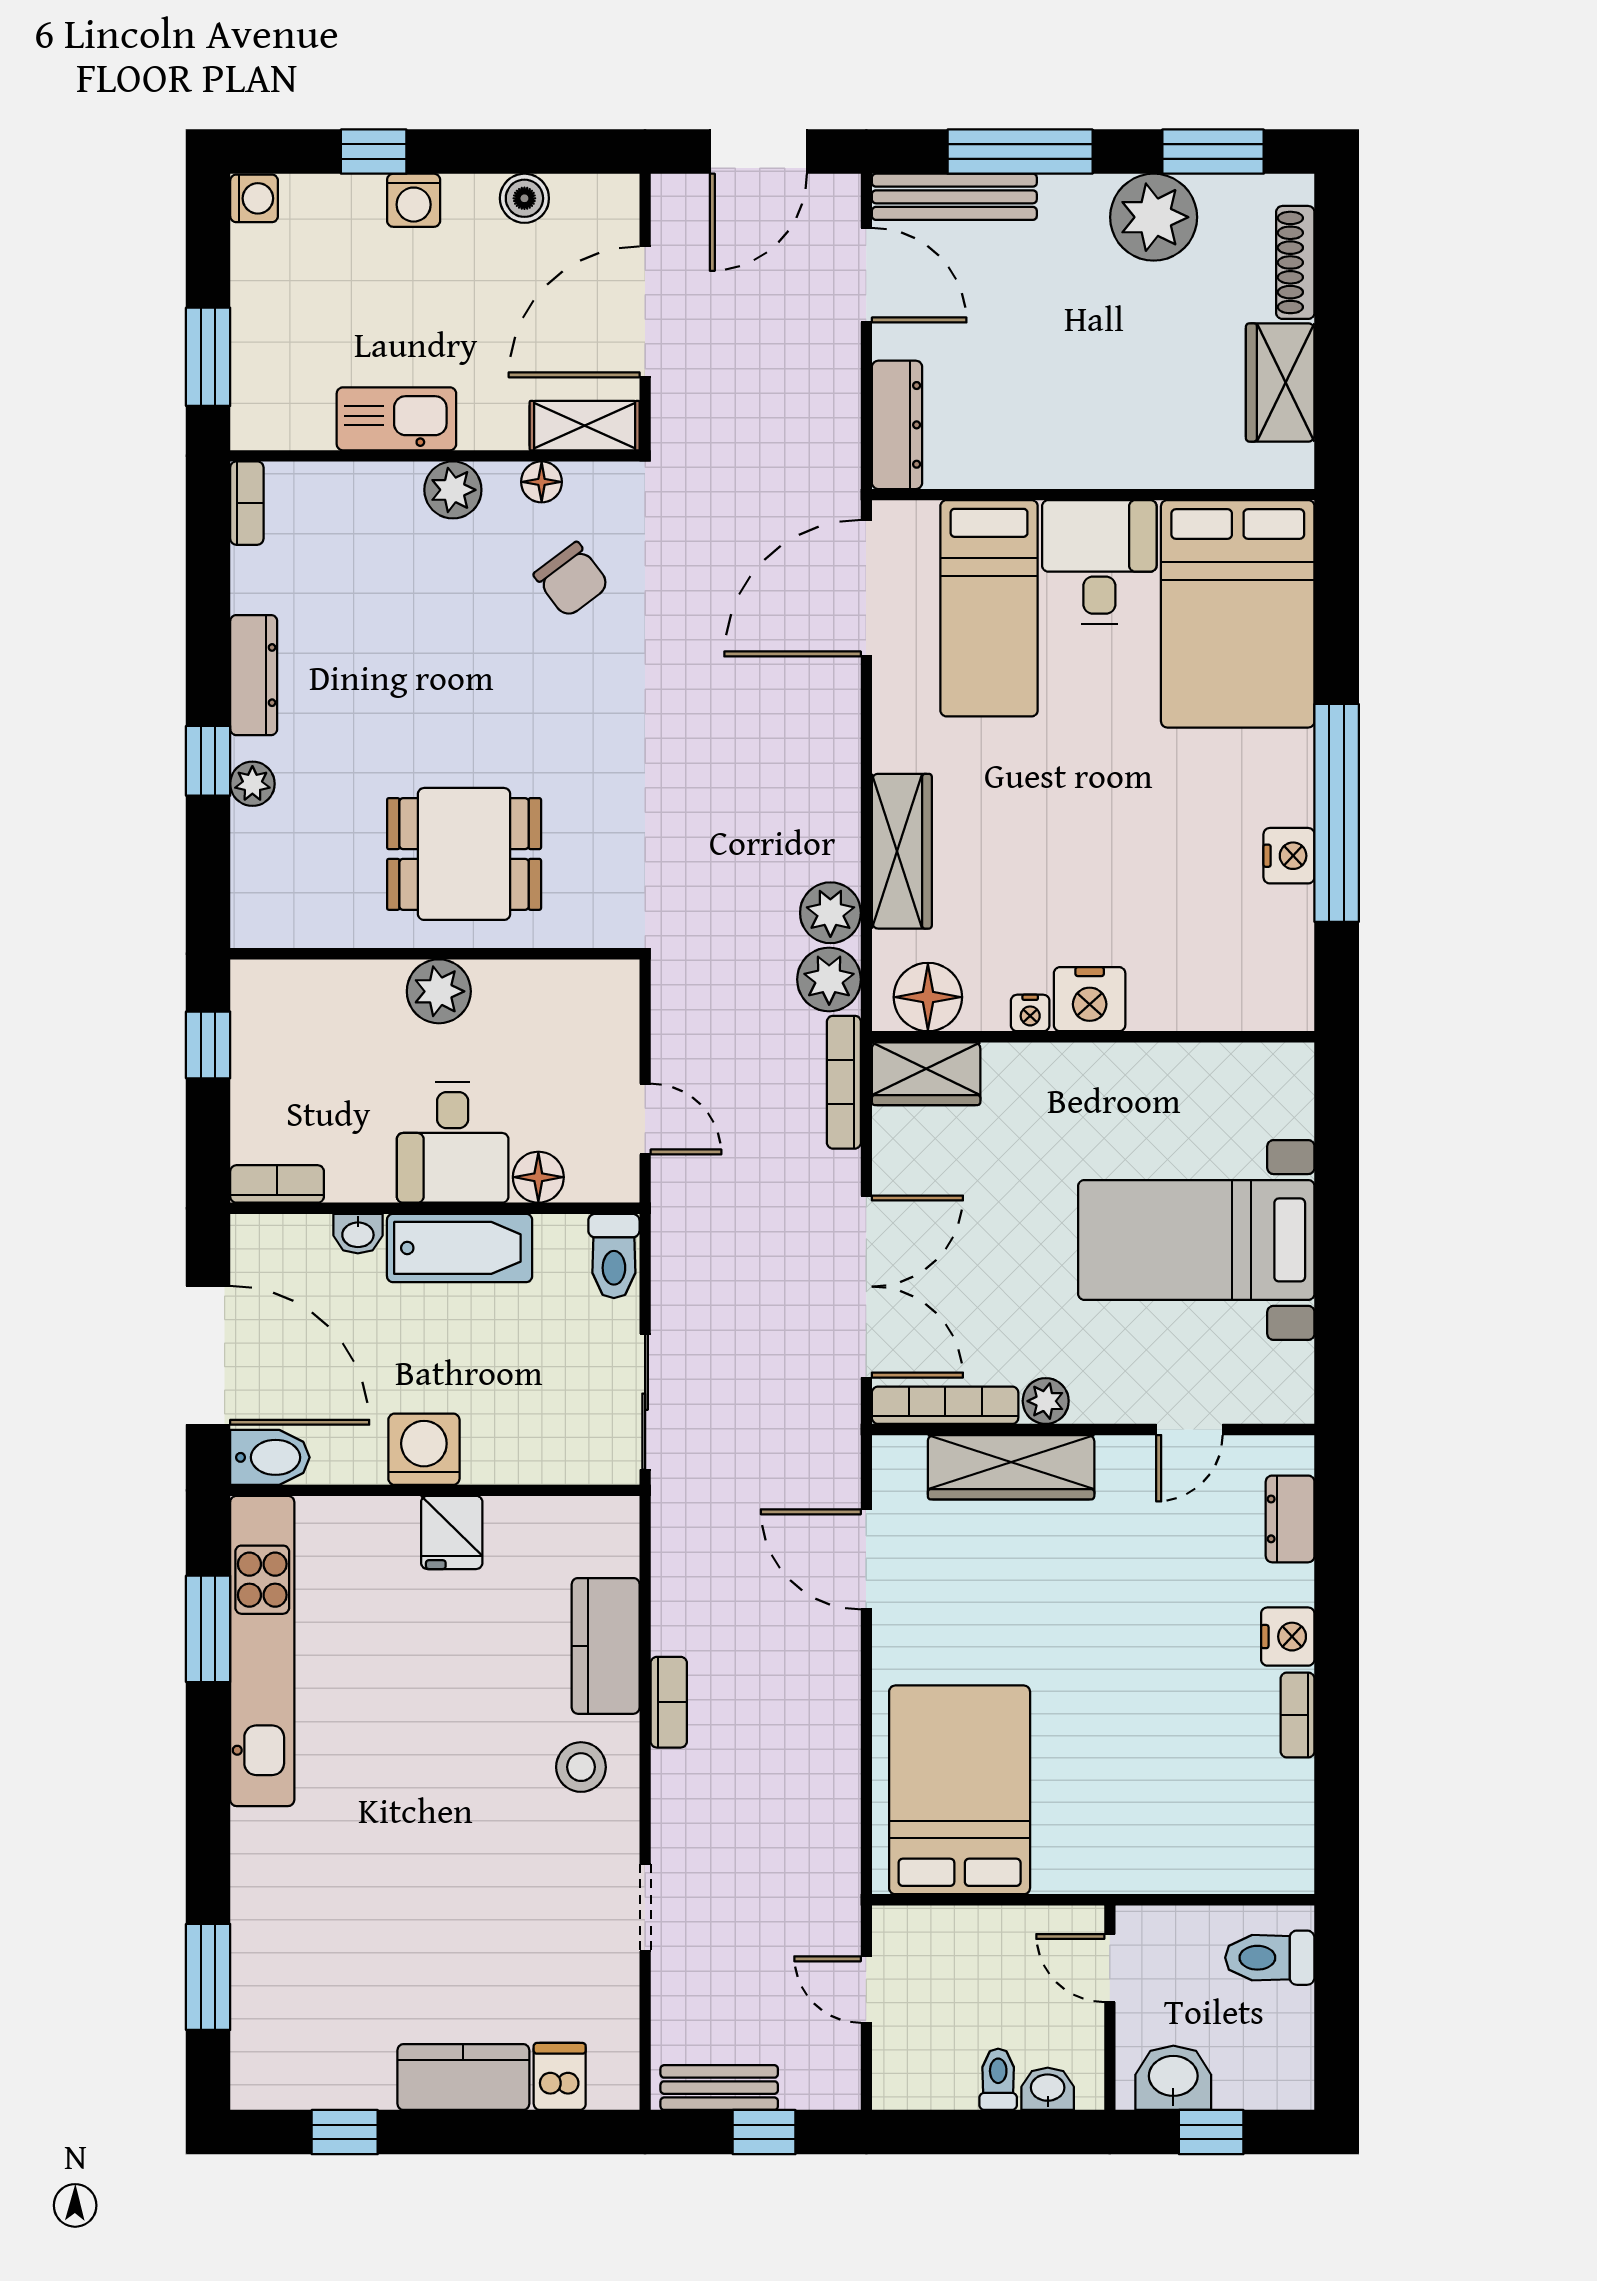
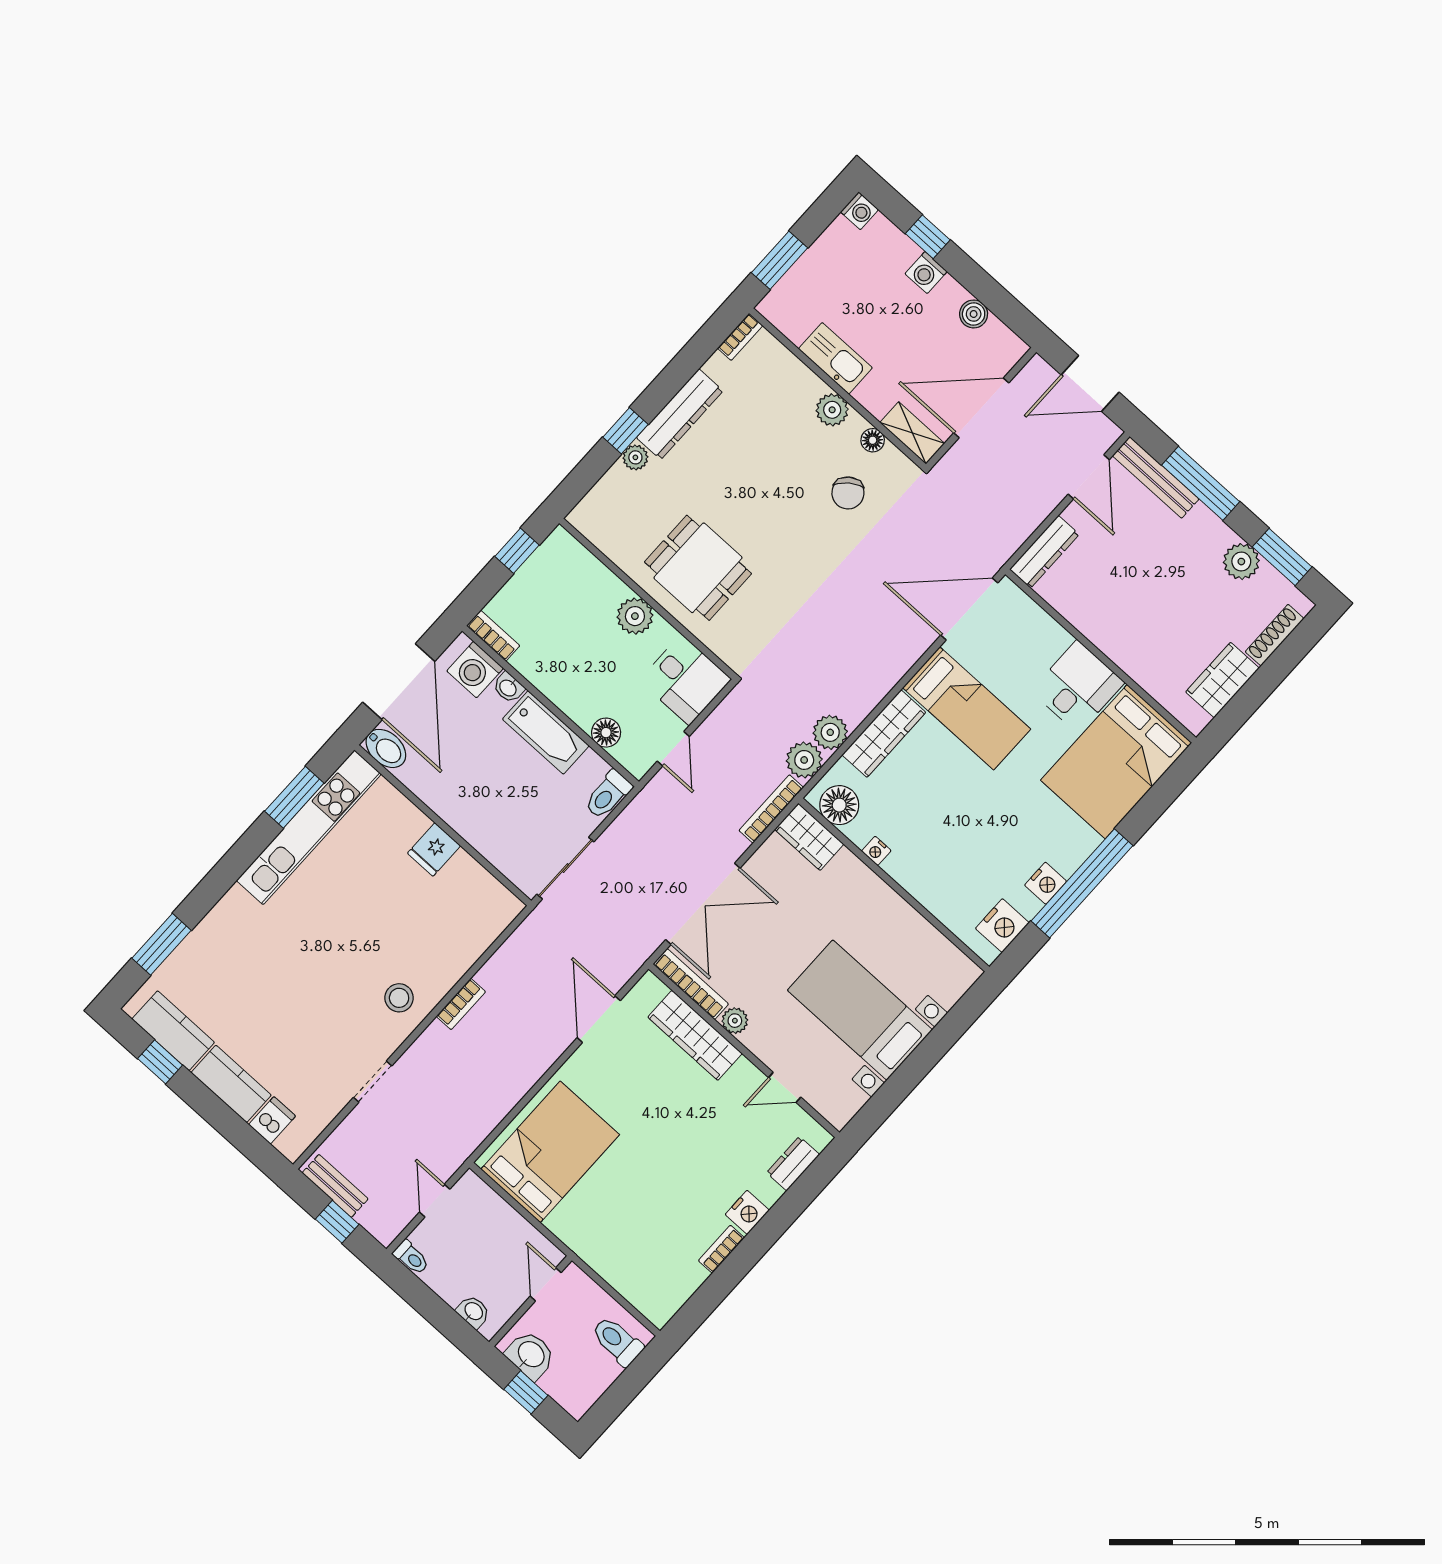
plant: (1154, 217) -> (1241, 562), width x0.73, depth x0.73
bed: (989, 608) -> (967, 708), moved, turned -90
dresser: (254, 675) -> (680, 414), width x1.37, depth x1.24
nightstand: (1090, 999) -> (1002, 926), moved, turned -90
desk: (453, 1143) -> (685, 680), moved, turned -90
washing machine: (424, 1449) -> (475, 670), moved, turned 180
kitchen counter: (606, 1646) -> (173, 1031), moved, turned 90
toilet: (998, 2079) -> (411, 1257), moved, turned 90

